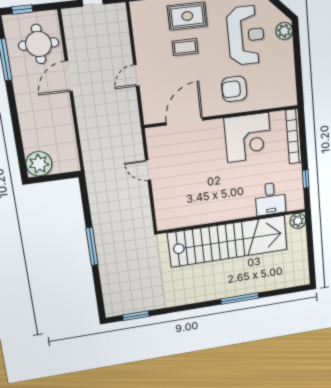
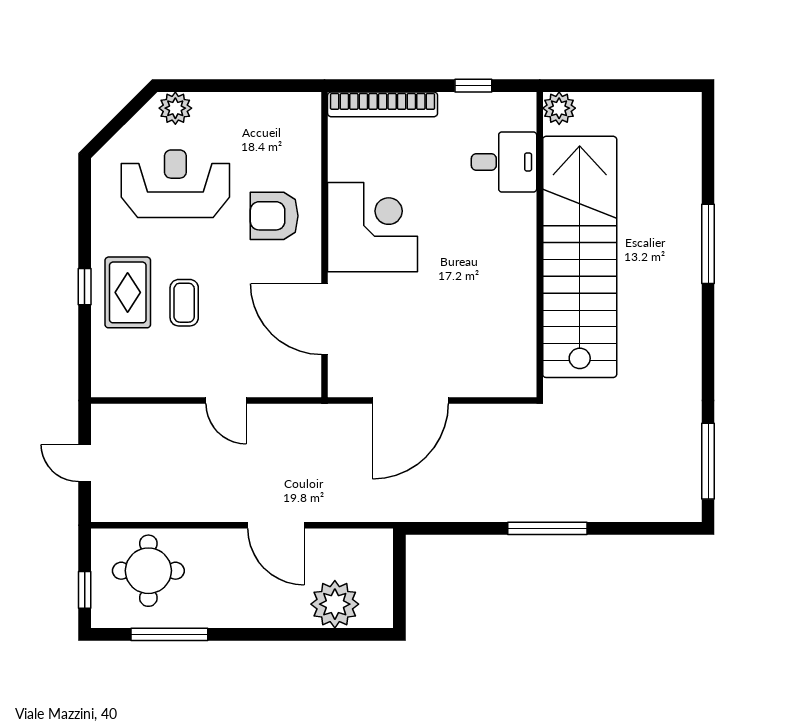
door: (69, 76) -> (276, 525), moved
armchair: (234, 89) -> (274, 216), turned 90
corner desk: (248, 137) -> (372, 227), moved
plant: (39, 164) -> (335, 604), moved
door: (148, 170) -> (410, 401), width x1.87
window: (136, 316) -> (708, 461), width x1.44

